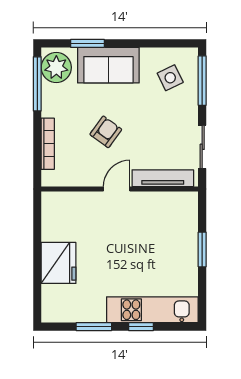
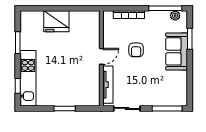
plant: (56, 67) -> (175, 16), width x0.53, depth x0.53
side table: (170, 78) -> (169, 89), removed
armchair: (106, 132) -> (136, 50), turned 54
door: (117, 189) -> (101, 56), hinge flipped
window: (141, 327) -> (18, 86), moved

